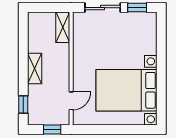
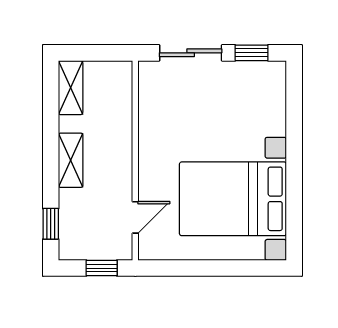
shelving: (63, 27) -> (71, 88), moved

